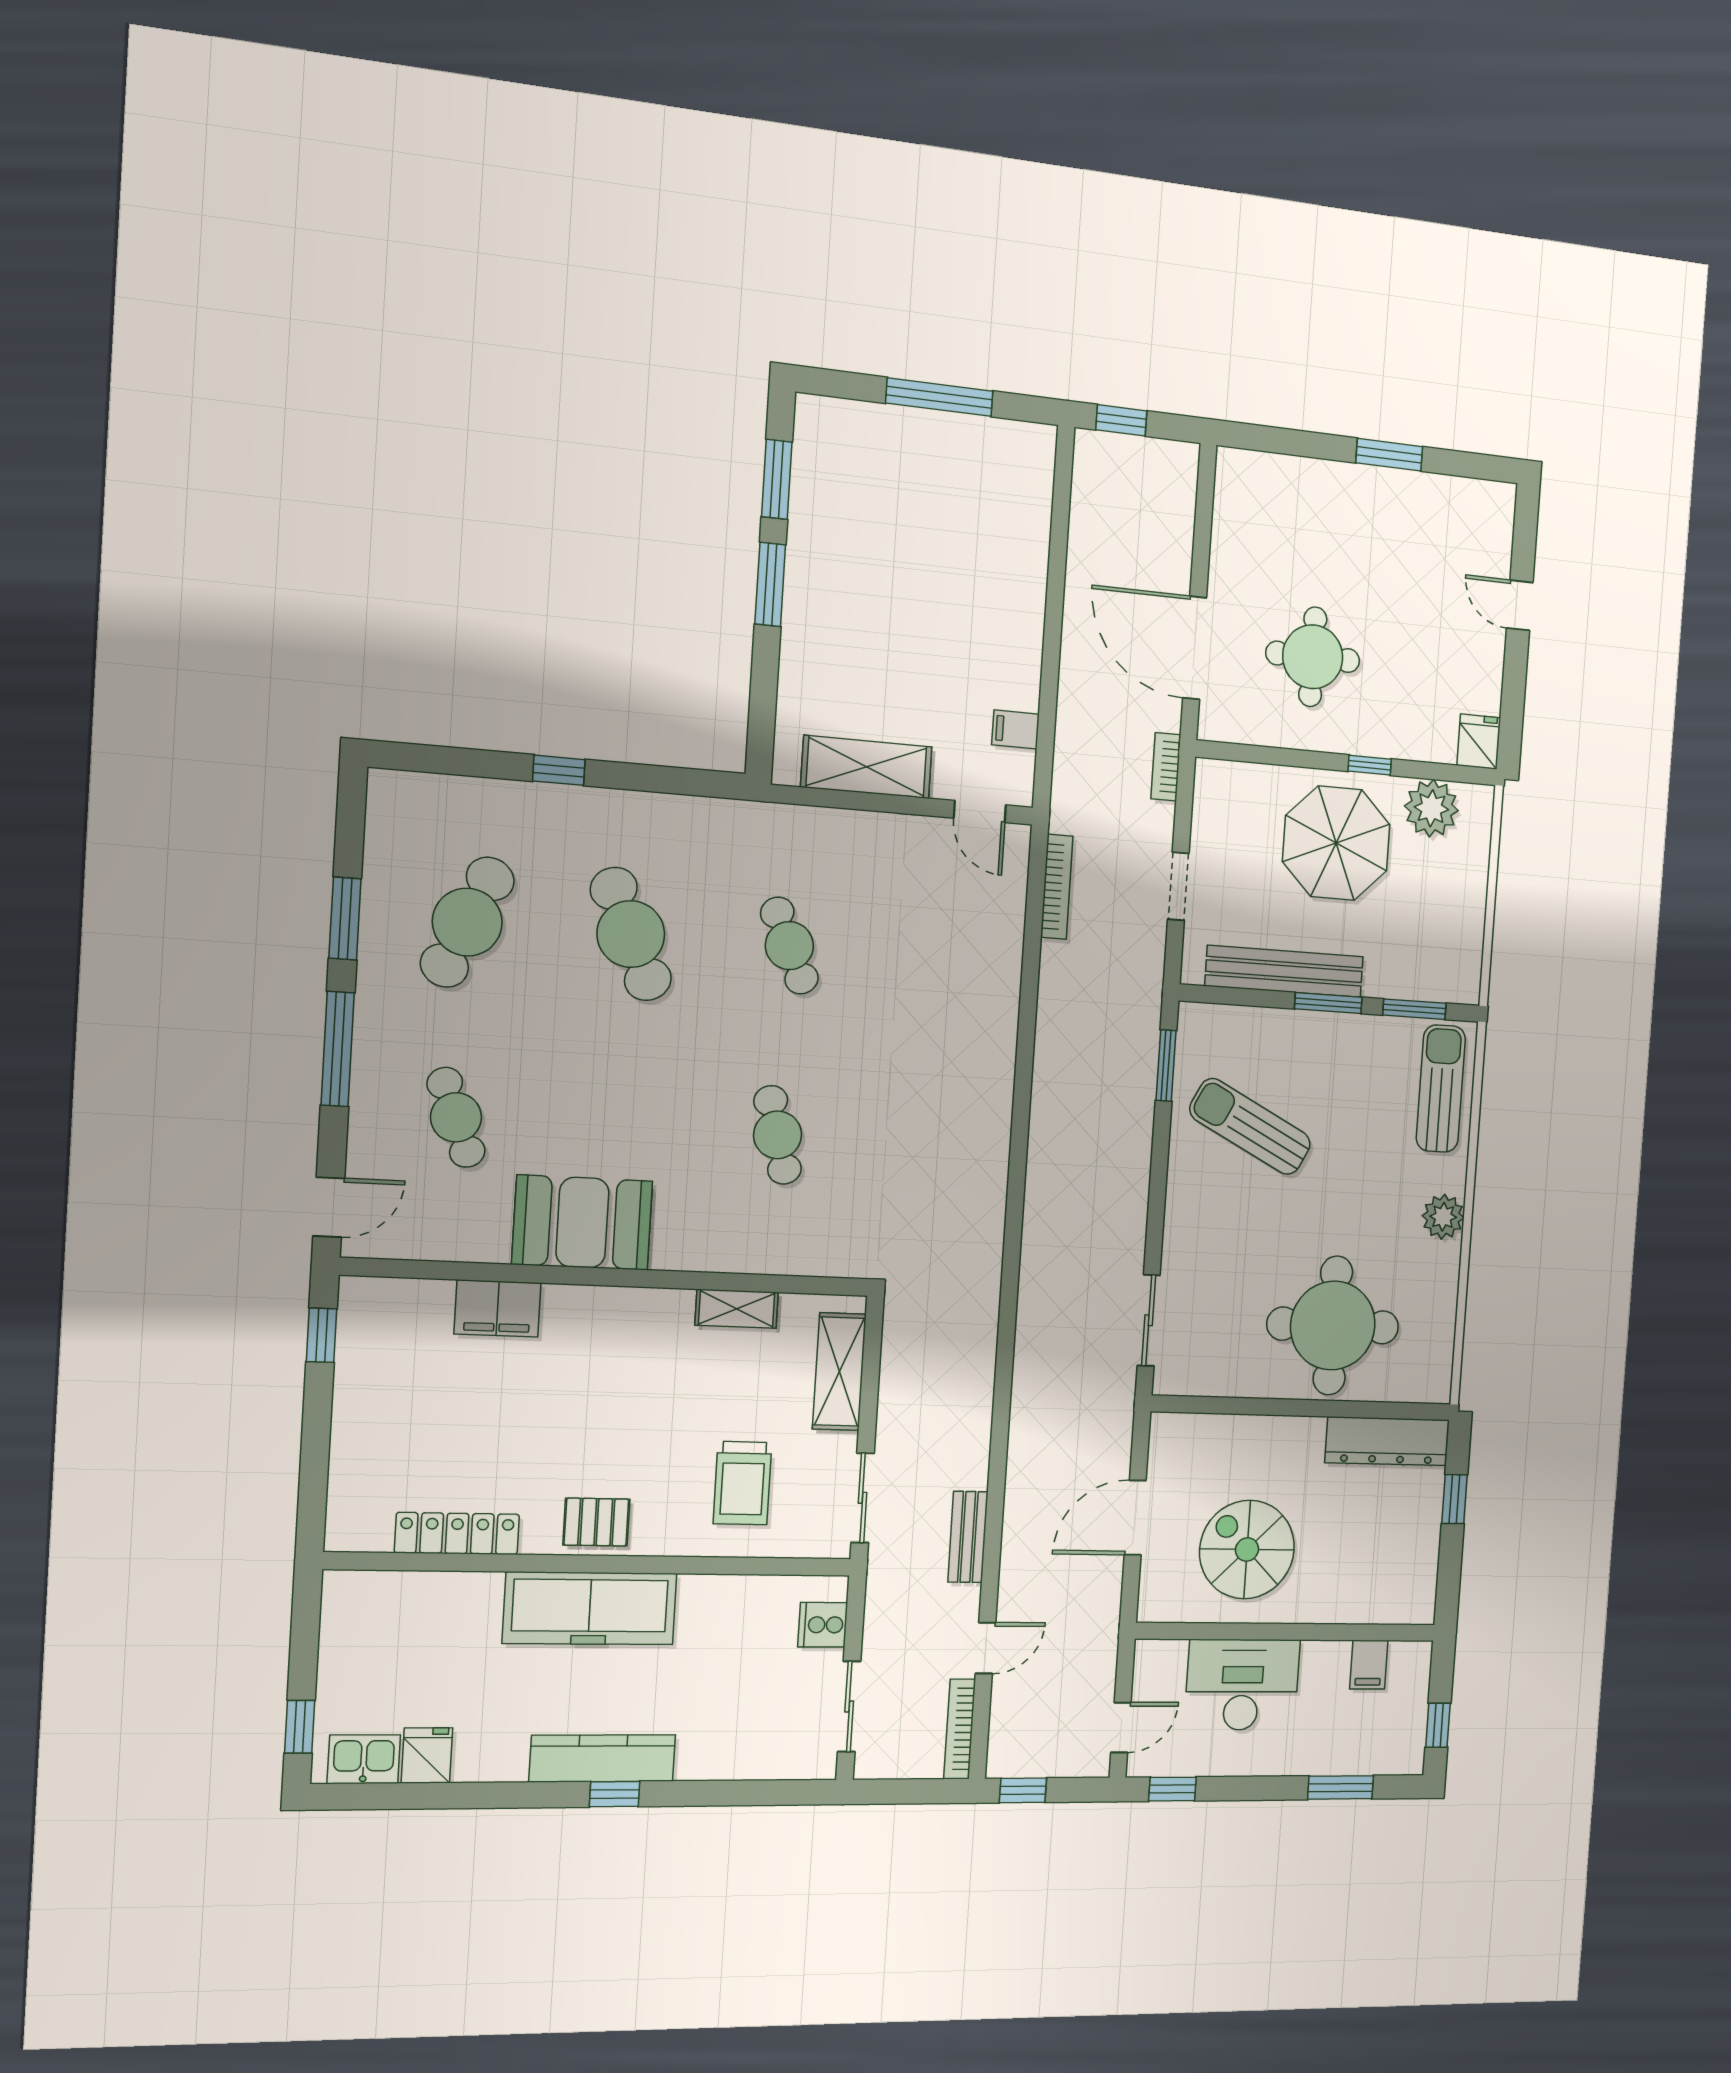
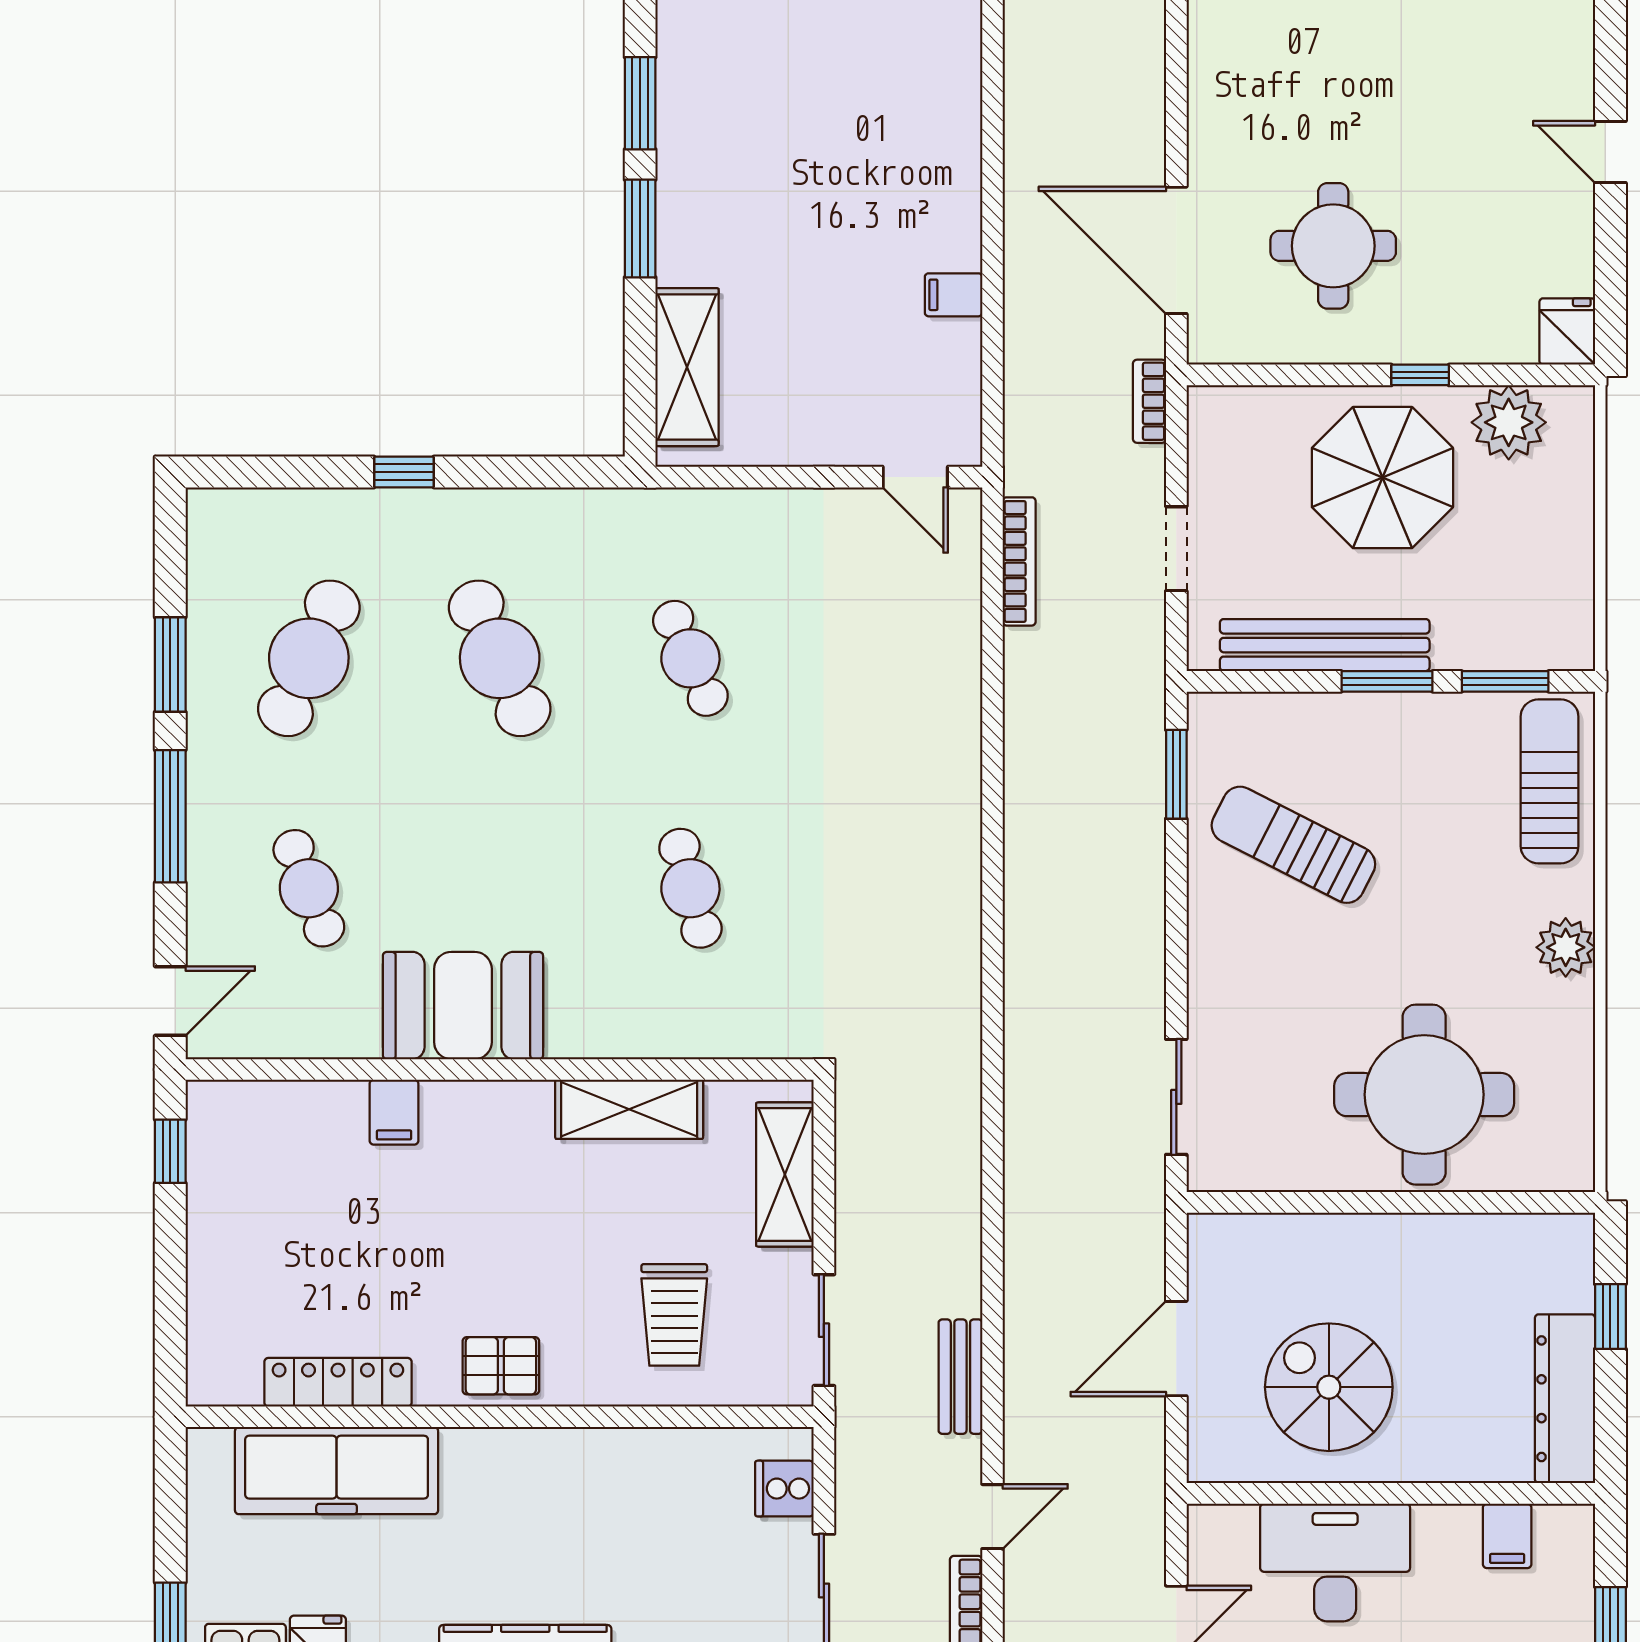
filing cabinet: (1016, 729) -> (954, 295), moved
shelving: (866, 767) -> (687, 367), moved, turned 90
filing cabinet: (498, 1308) -> (394, 1112), width x0.50
shelving: (737, 1309) -> (629, 1109), width x1.50, depth x1.33
dresser: (1387, 1441) -> (1565, 1399), moved, turned 90
freezer: (590, 1608) -> (337, 1471), moved

